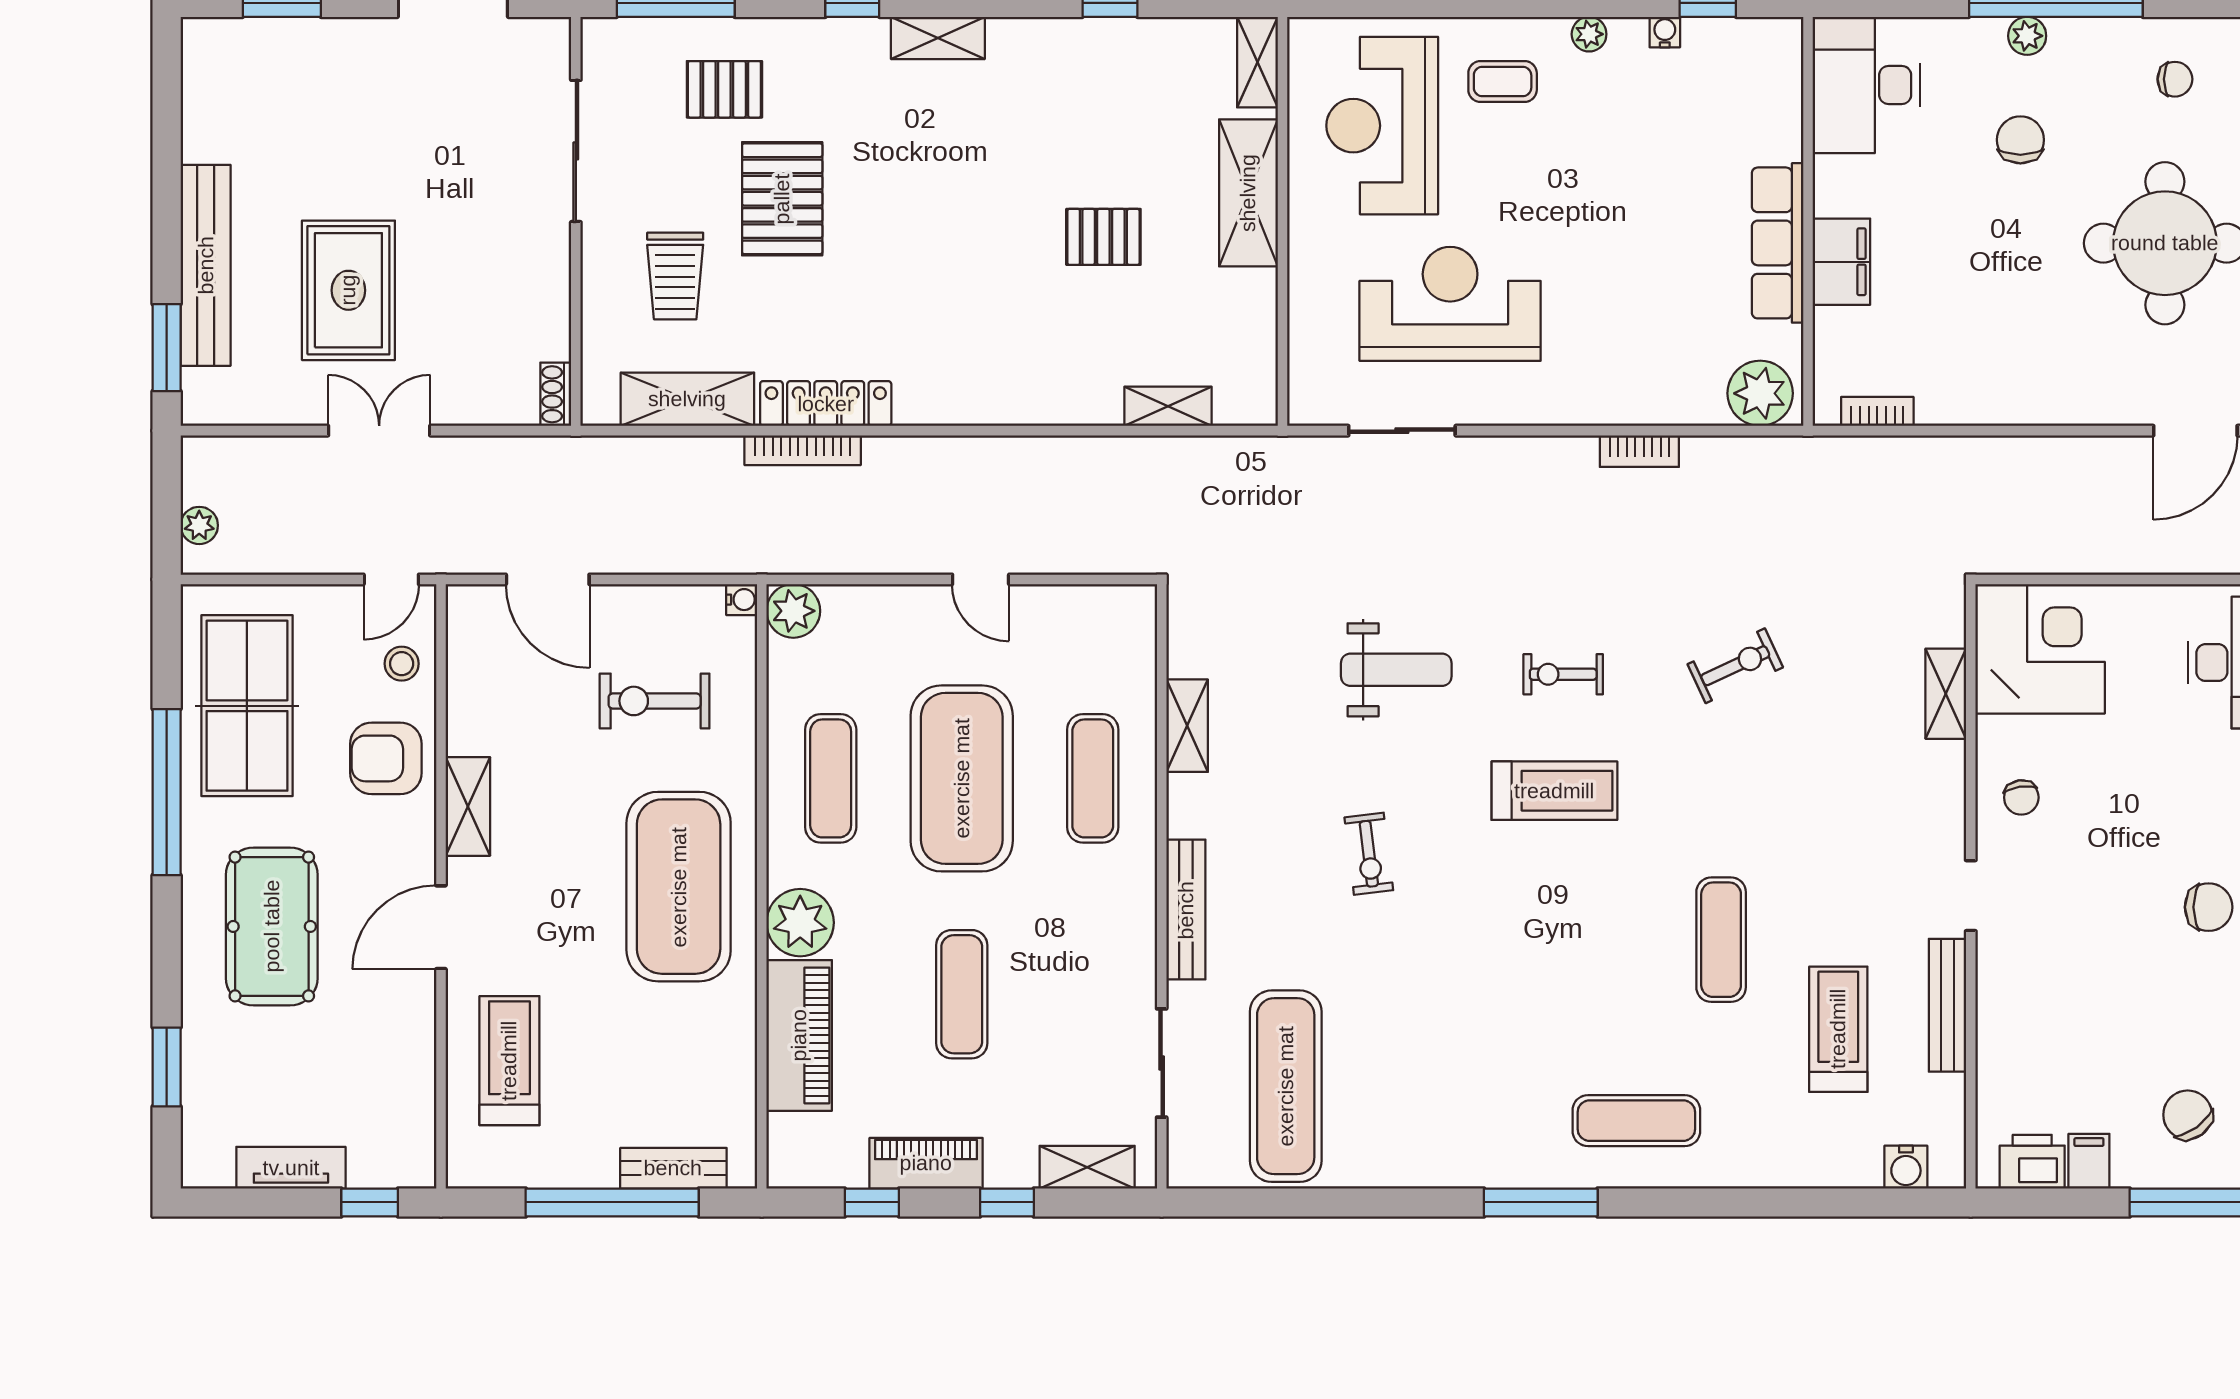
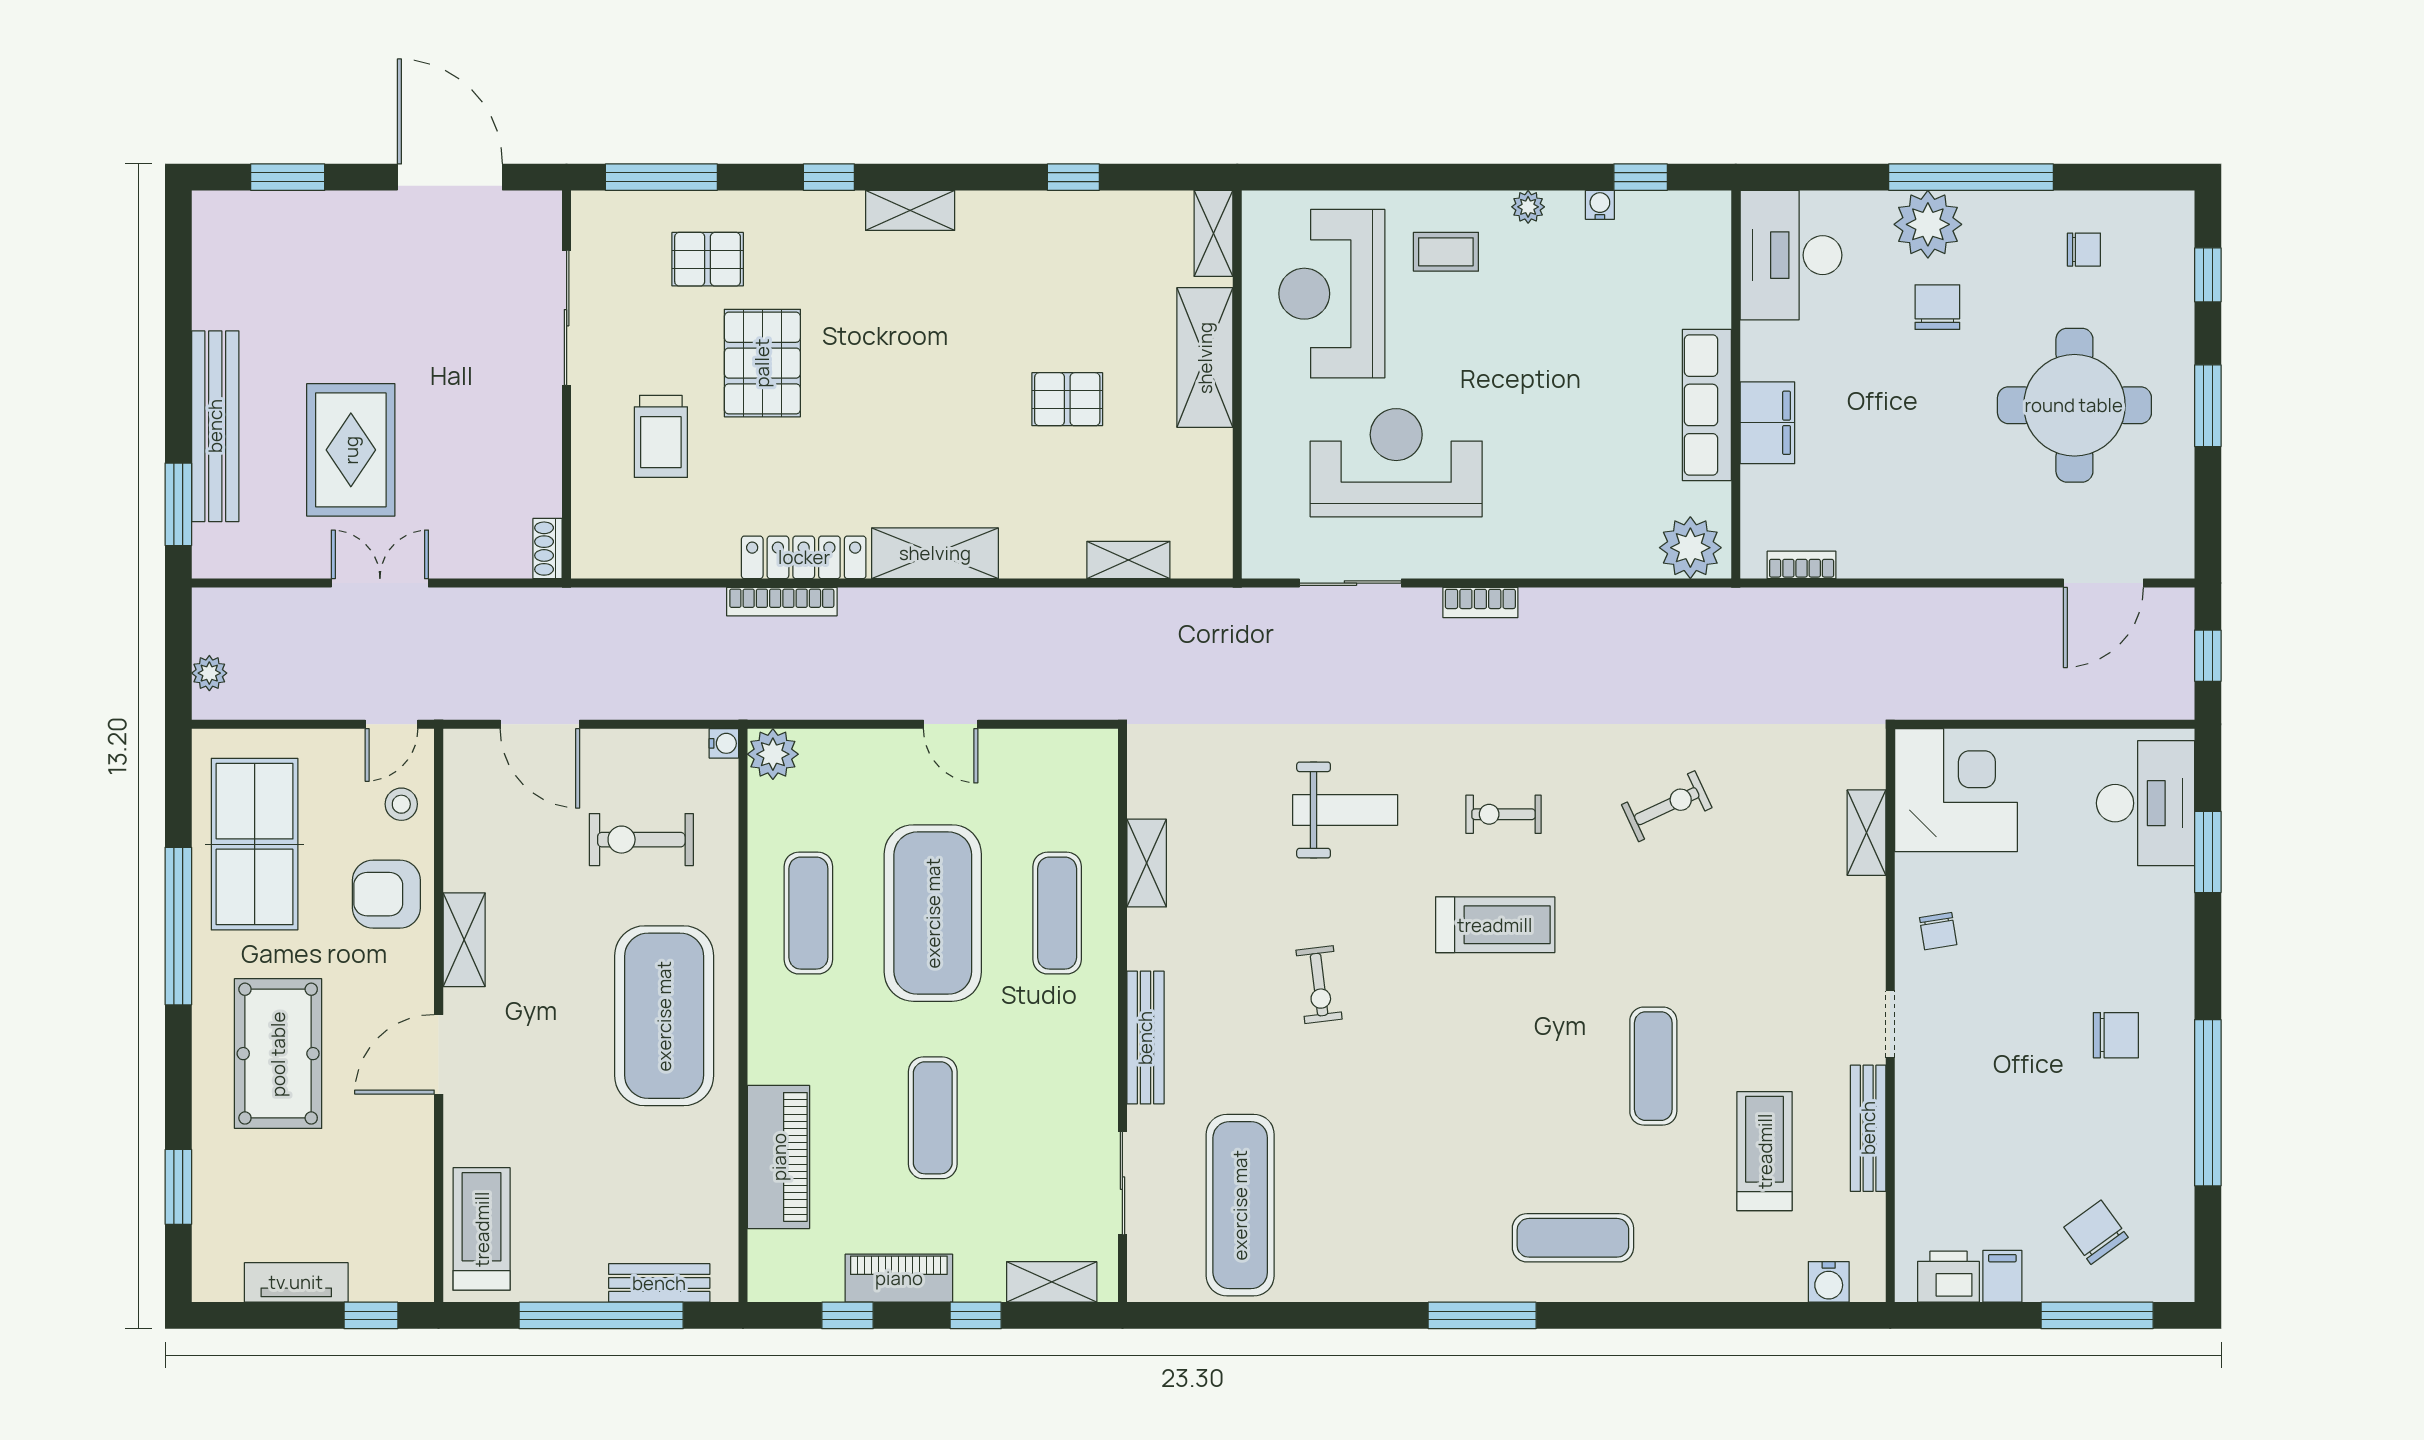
plant: (2027, 36) -> (1928, 224), width x1.87, depth x1.87
shelving: (687, 399) -> (935, 553), moved
bookcase: (1639, 451) -> (1480, 603), moved
plant: (800, 923) -> (779, 1050), removed
treadmill: (509, 1061) -> (482, 1229), moved

